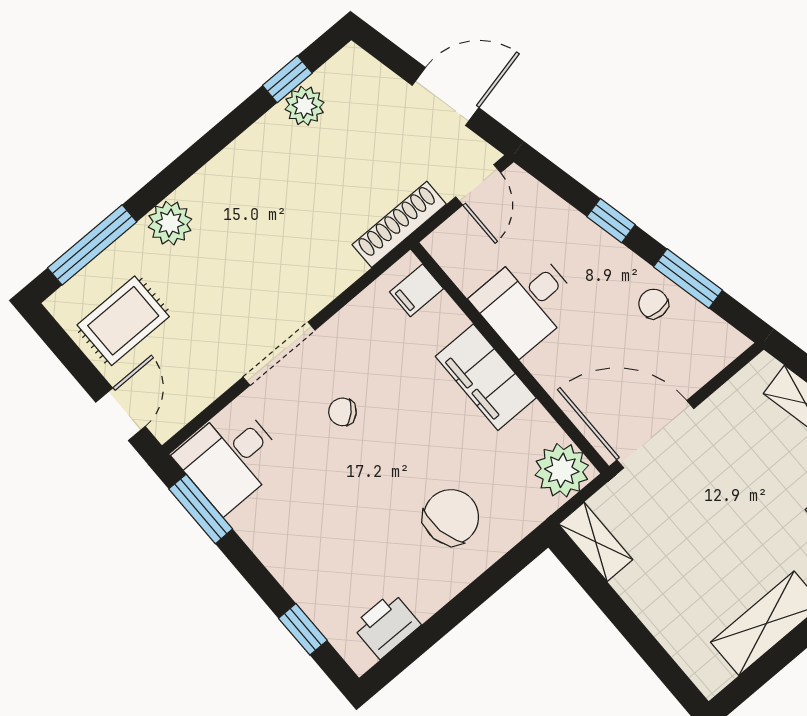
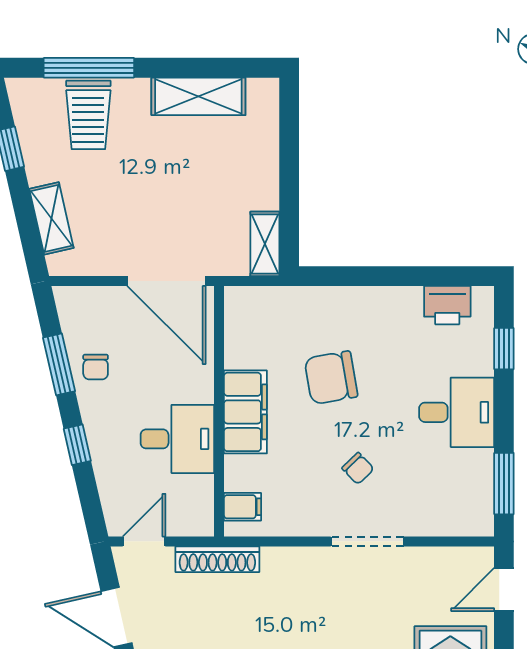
desk: (230, 458) -> (457, 412), moved
plant: (562, 470) -> (247, 309), removed
chair: (451, 517) -> (331, 378), moved

